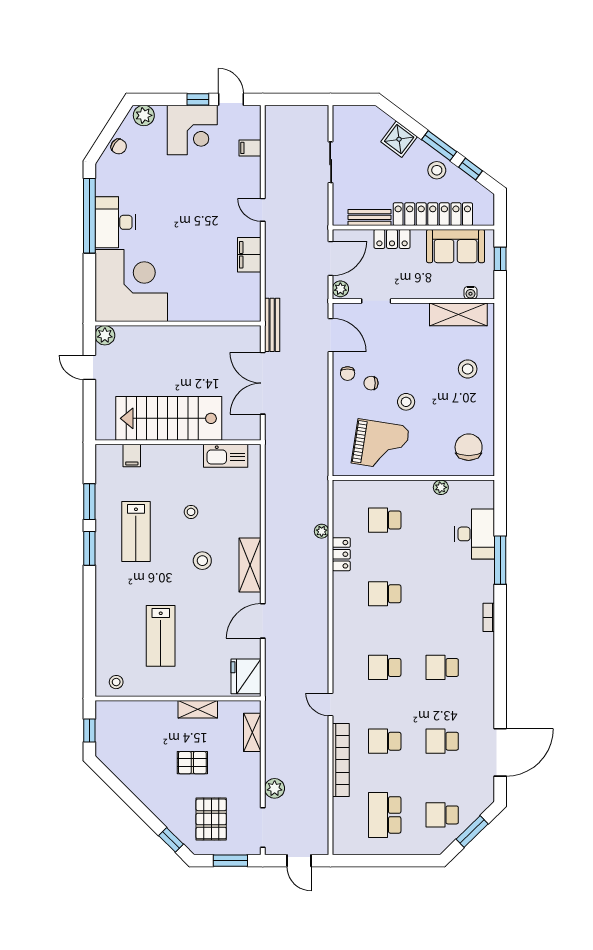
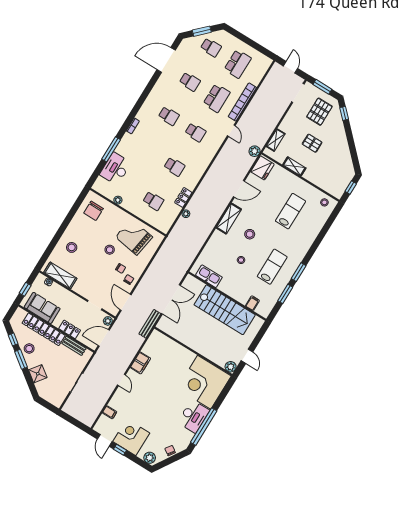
school desk: (385, 741) -> (217, 98), width x1.85
plant: (275, 788) -> (255, 151), moved

